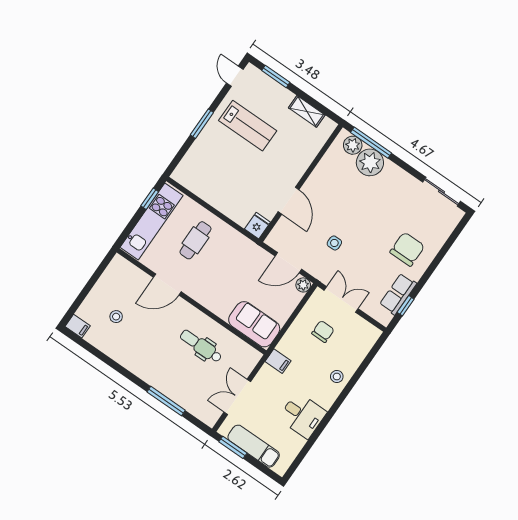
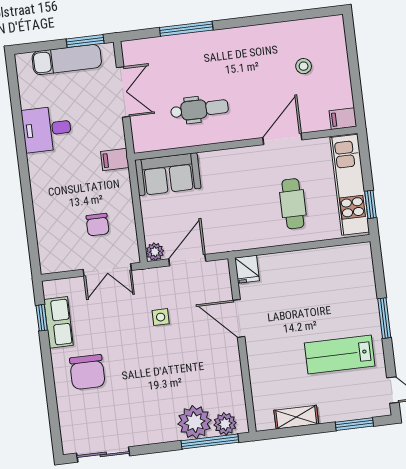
filing cabinet: (78, 326) -> (343, 119), moved
stool: (337, 377) -> (47, 194), removed

